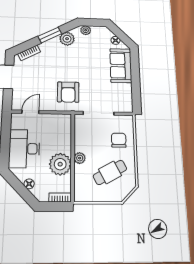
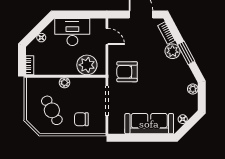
plant: (67, 39) -> (173, 51), moved
sofa: (121, 66) -> (149, 124), width x1.36
chair: (119, 140) -> (81, 119), turned 180
plant: (60, 164) -> (87, 65), moved

